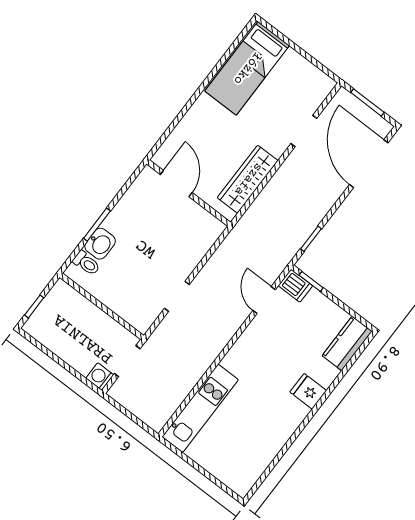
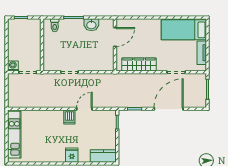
tv unit: (304, 68) -> (202, 53), added
door: (369, 164) -> (169, 109), moved
washbasin: (100, 244) -> (91, 25), moved
dishwasher: (295, 286) -> (69, 117), moved
door: (264, 300) -> (84, 109), moved
kitchen unit: (200, 408) -> (14, 135), moved, turned -90

